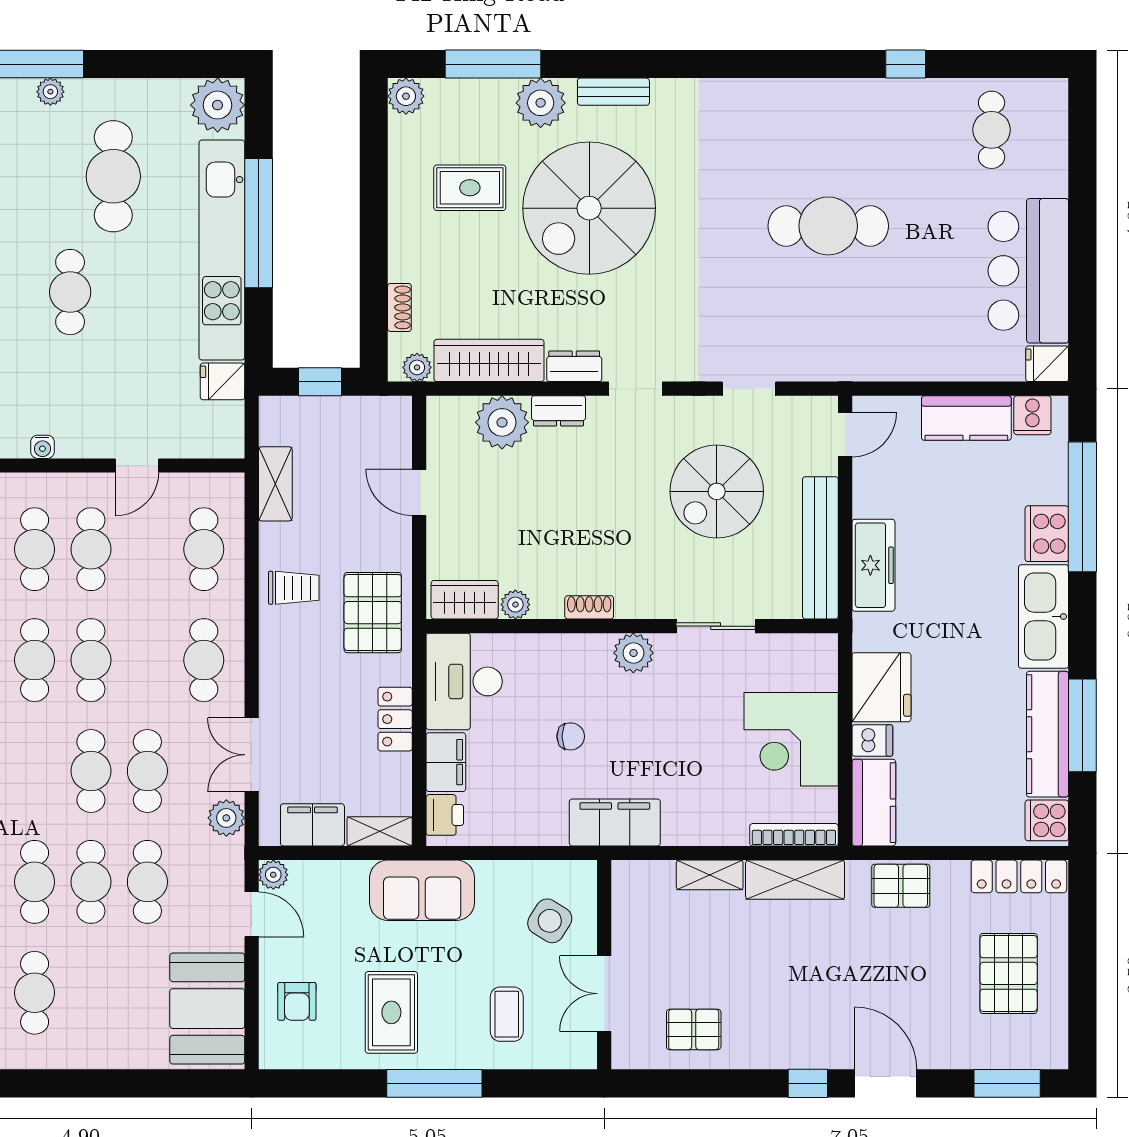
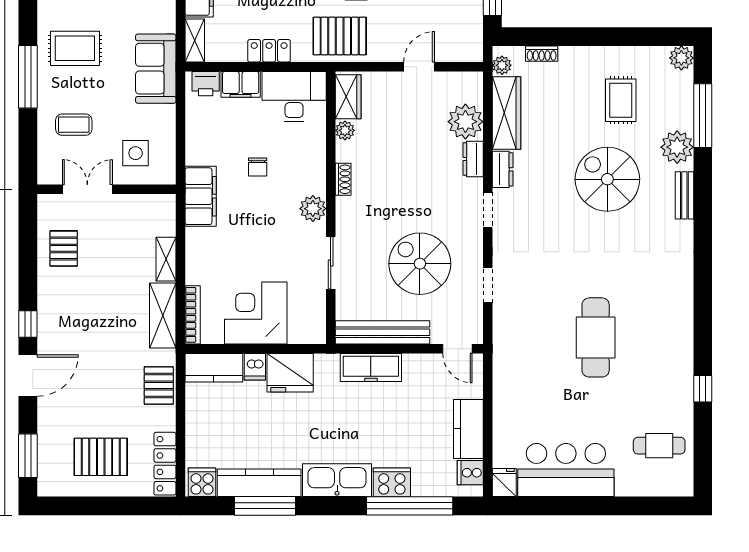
spiral stairs: (589, 208) -> (607, 179), width x0.73, depth x0.73
side table: (550, 921) -> (136, 153), turned -32

